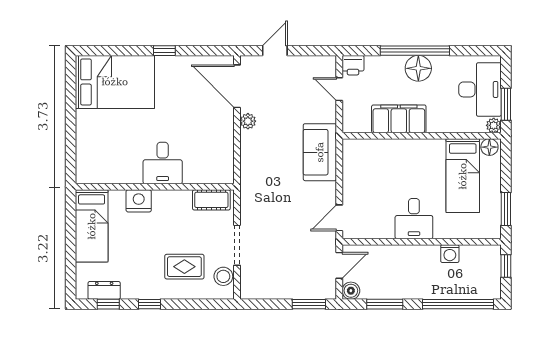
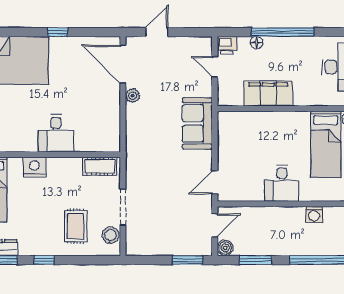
floor lamp: (418, 68) -> (257, 42), moved, width x0.53, depth x0.53
rug: (184, 267) -> (76, 226), turned 90

